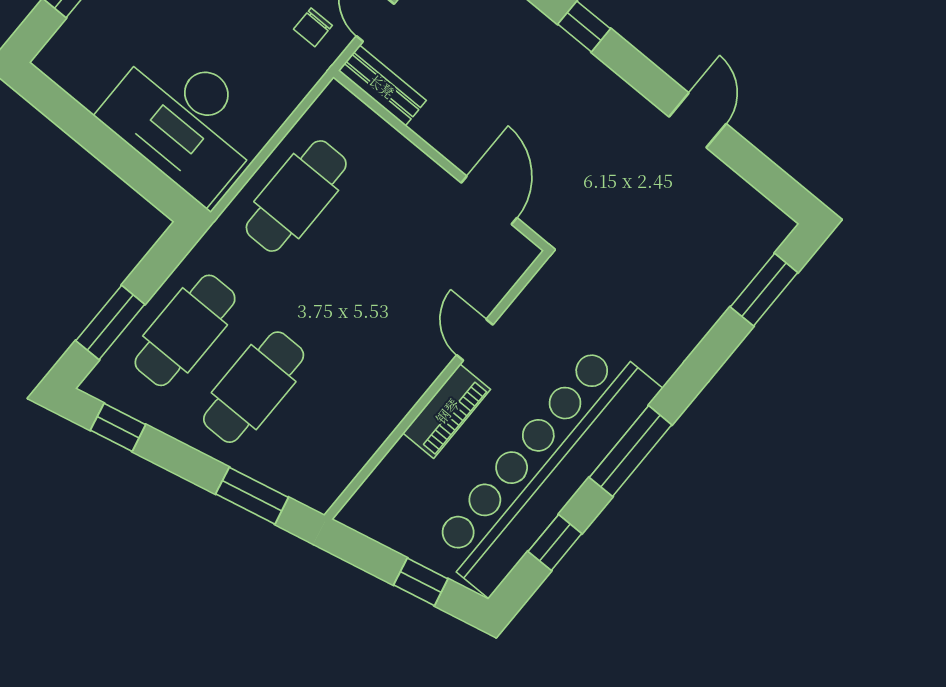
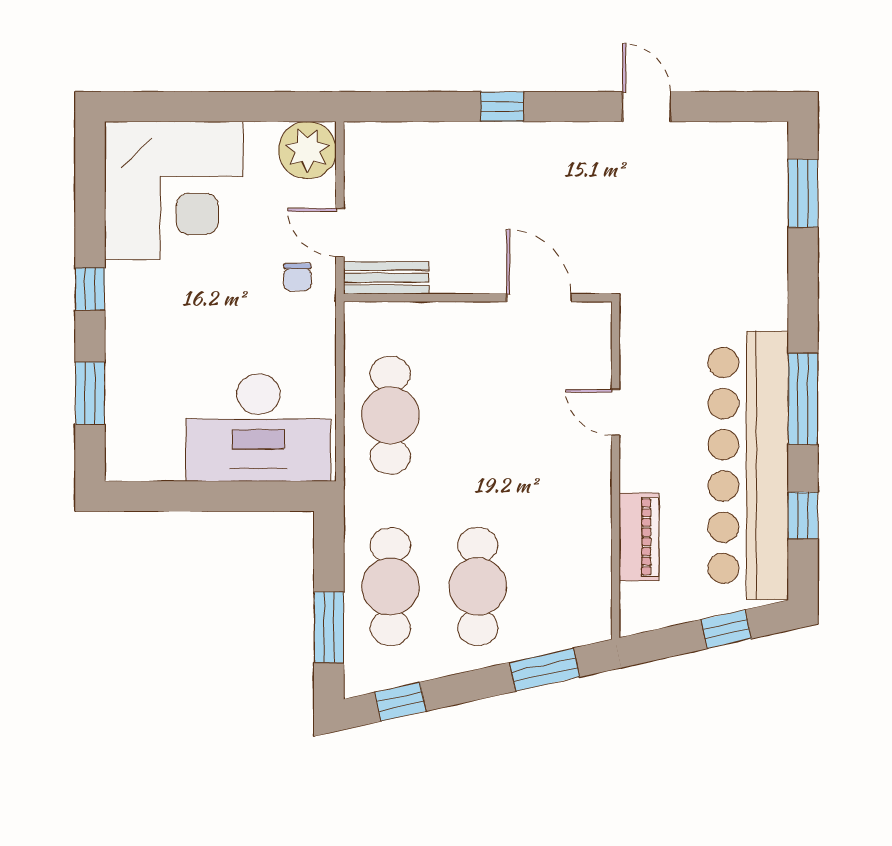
piano: (447, 411) -> (639, 537), moved

